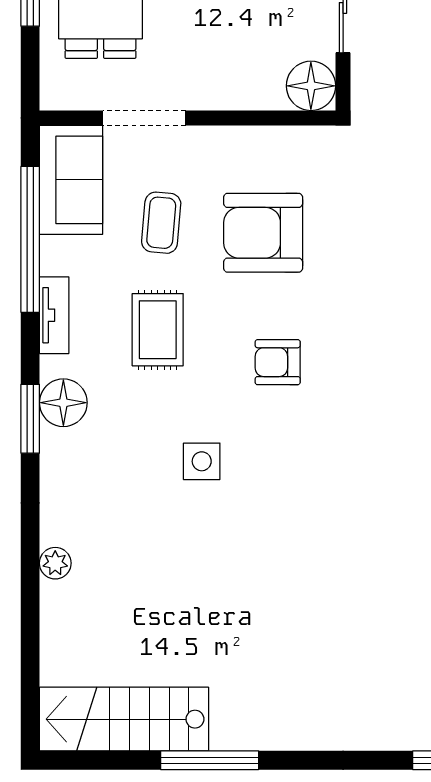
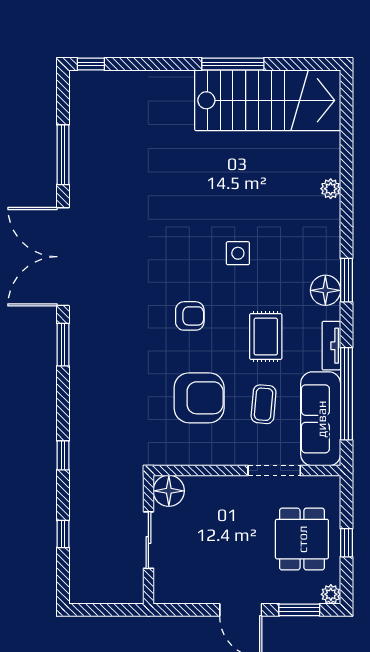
sofa: (71, 180) -> (321, 419), width x1.36
stairs: (124, 719) -> (268, 100), width x1.36, depth x1.51

